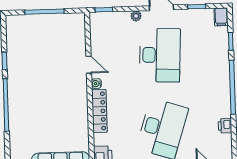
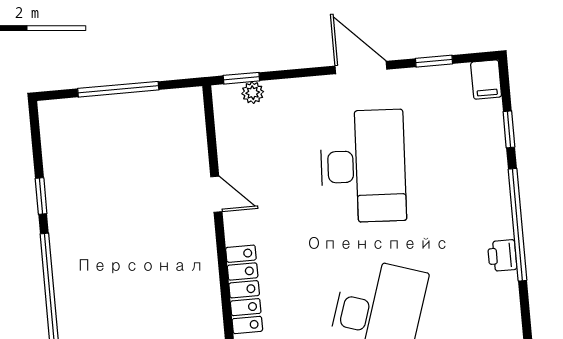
plant: (136, 16) -> (253, 93), moved
water cooler: (96, 84) -> (234, 233), removed
printer: (225, 126) -> (502, 256), moved

